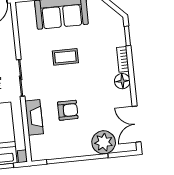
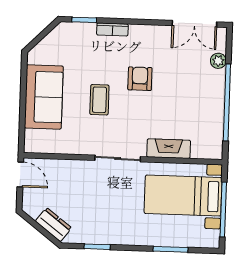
floor lamp: (122, 81) -> (139, 34), removed
armchair: (68, 110) -> (140, 79), moved
plant: (104, 142) -> (218, 61), width x0.53, depth x0.53

